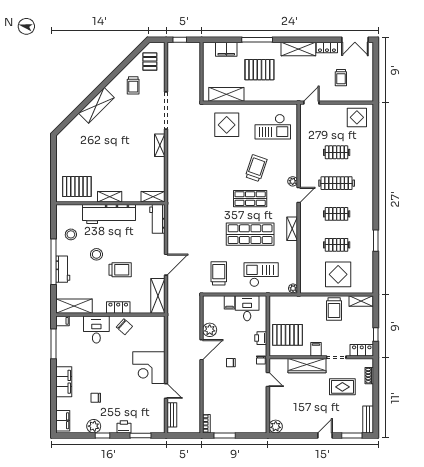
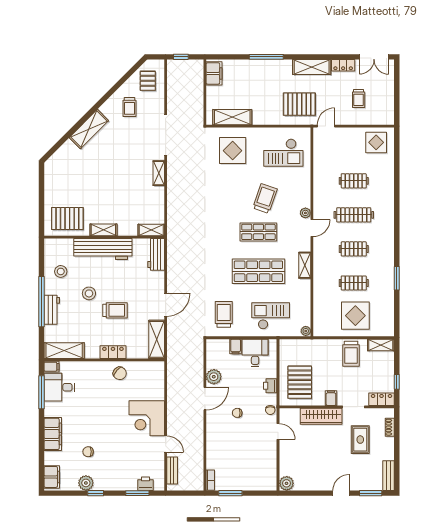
filing cabinet: (226, 49) -> (214, 73), moved, turned -90
pallet: (259, 70) -> (299, 104), moved
desk: (96, 329) -> (59, 387), moved, turned -90
pallet: (288, 335) -> (300, 382), turned 90
rug: (342, 387) -> (360, 440), turned 90
printer: (124, 427) -> (146, 484), moved

